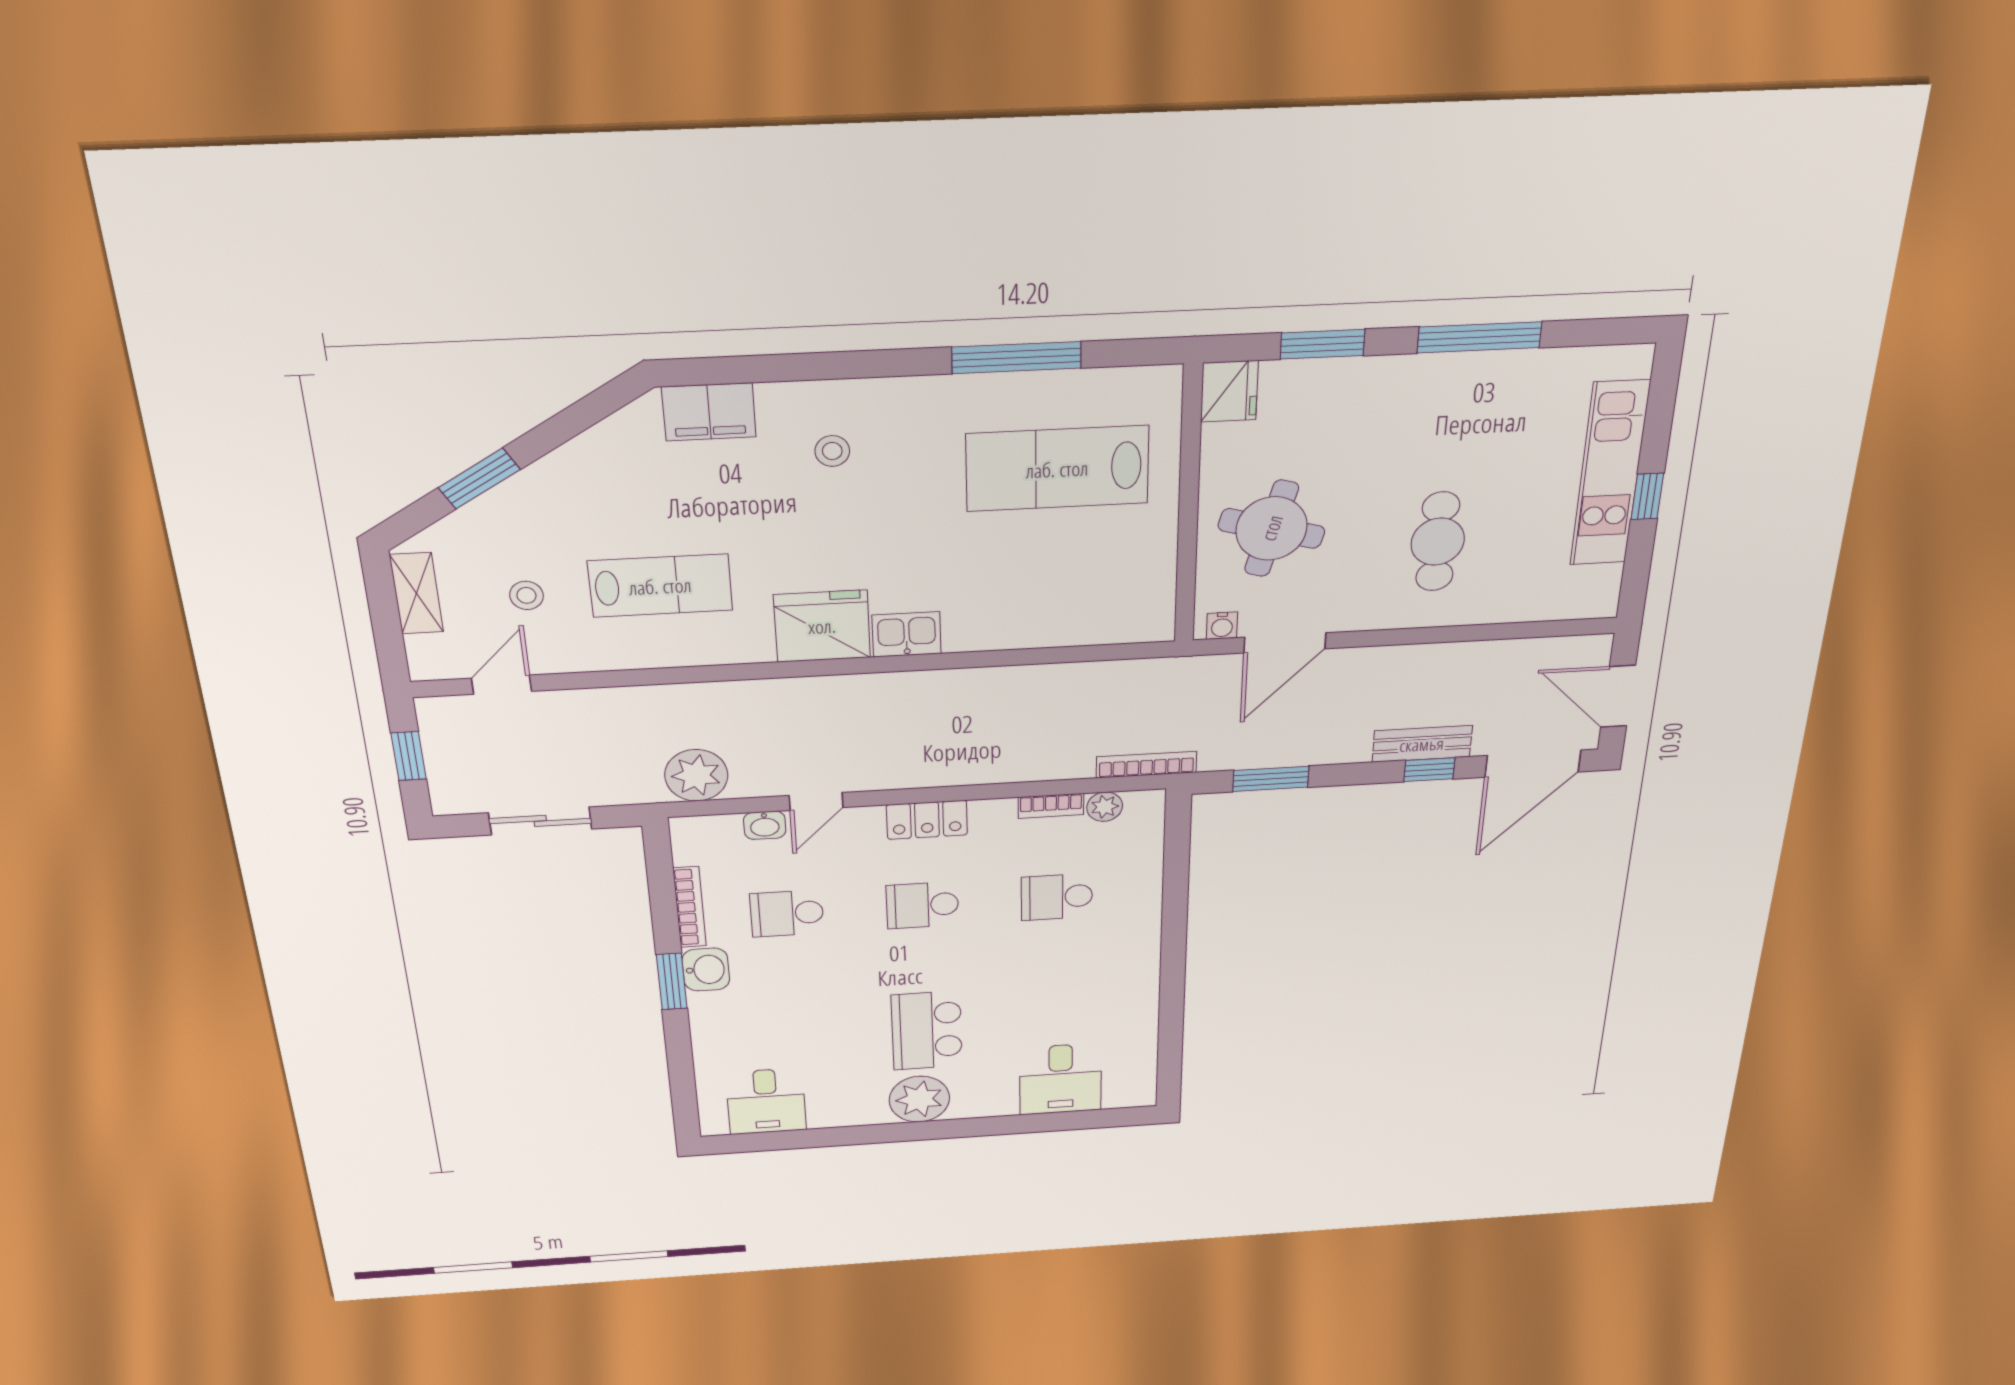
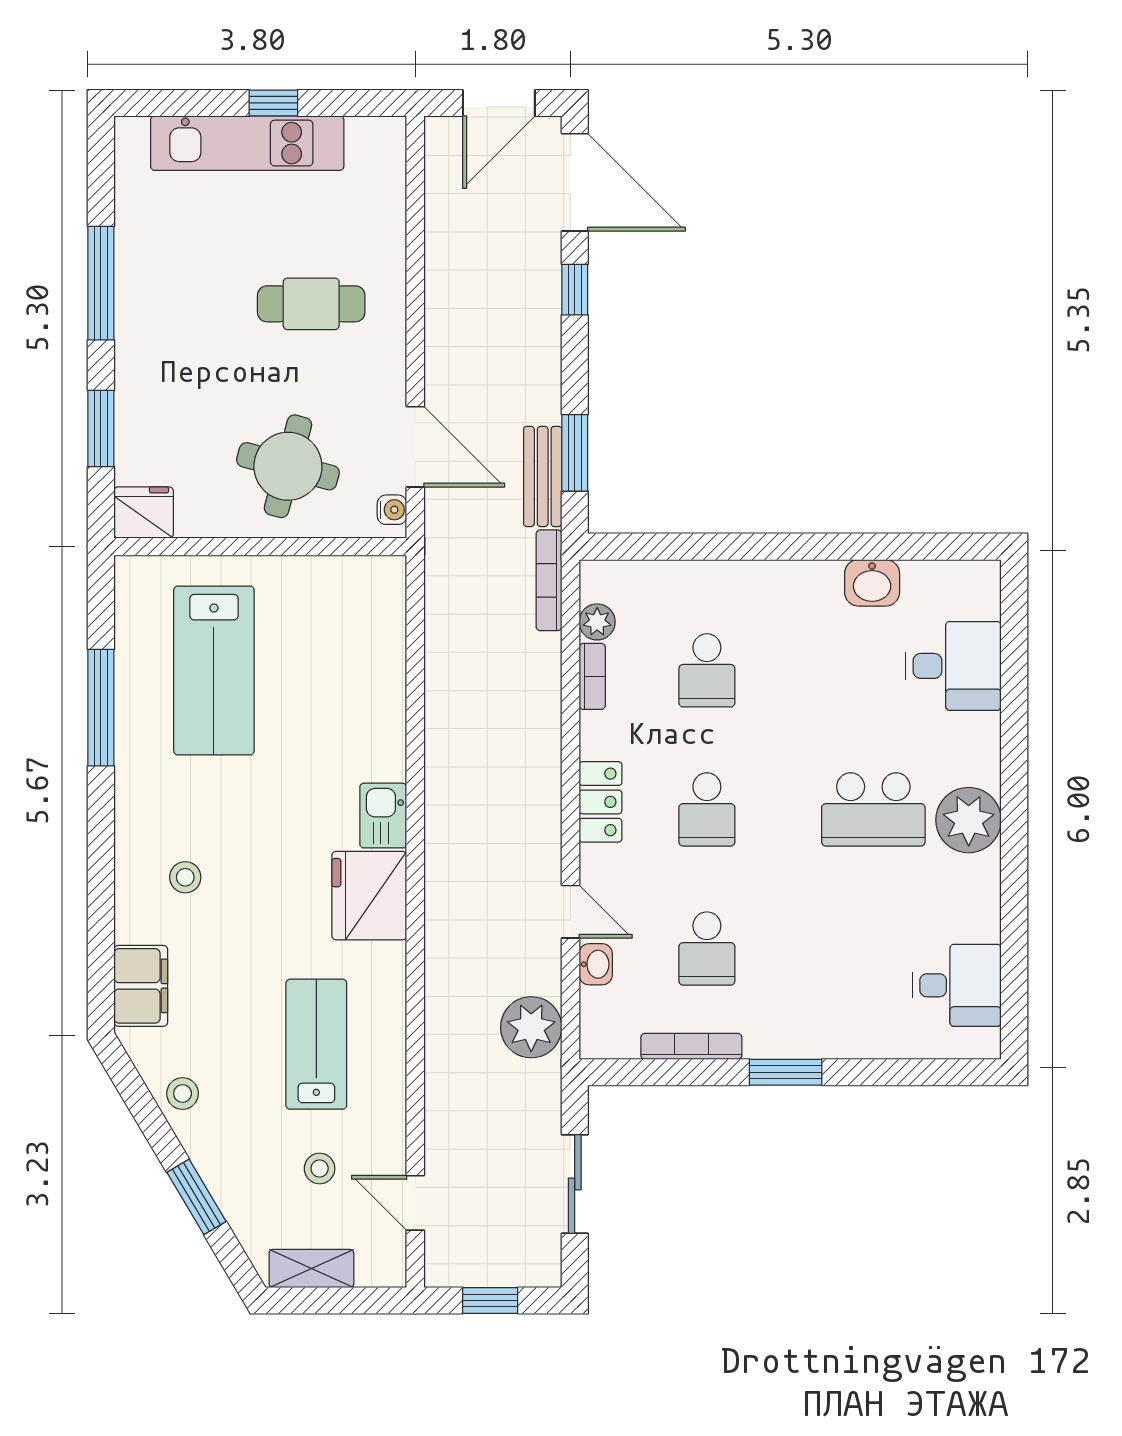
stool: (593, 459) -> (183, 1093), added
bench: (1422, 744) -> (543, 476), moved
washbasin: (706, 970) -> (872, 583), moved, turned 180

